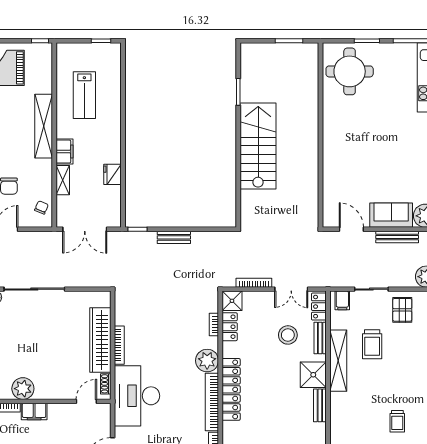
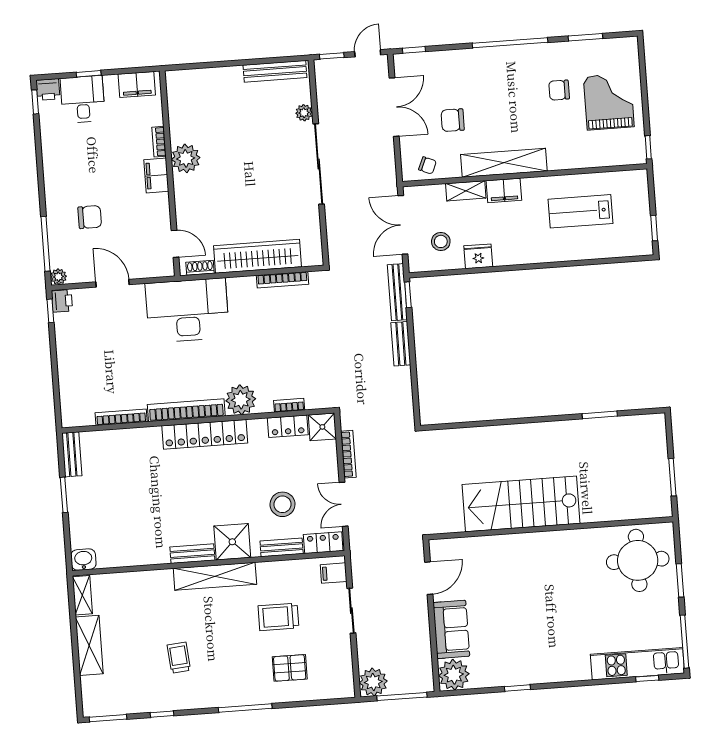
shelving: (44, 126) -> (504, 163), moved
stairs: (258, 146) -> (521, 504), moved, turned 180
stool: (99, 202) -> (441, 241), added
bench: (397, 237) -> (397, 292), moved
pallet: (402, 310) -> (290, 668), moved
bookcase: (119, 345) -> (282, 280), moved
shelving: (338, 361) -> (215, 576), moved
trolley: (397, 421) -> (179, 658), turned 85

